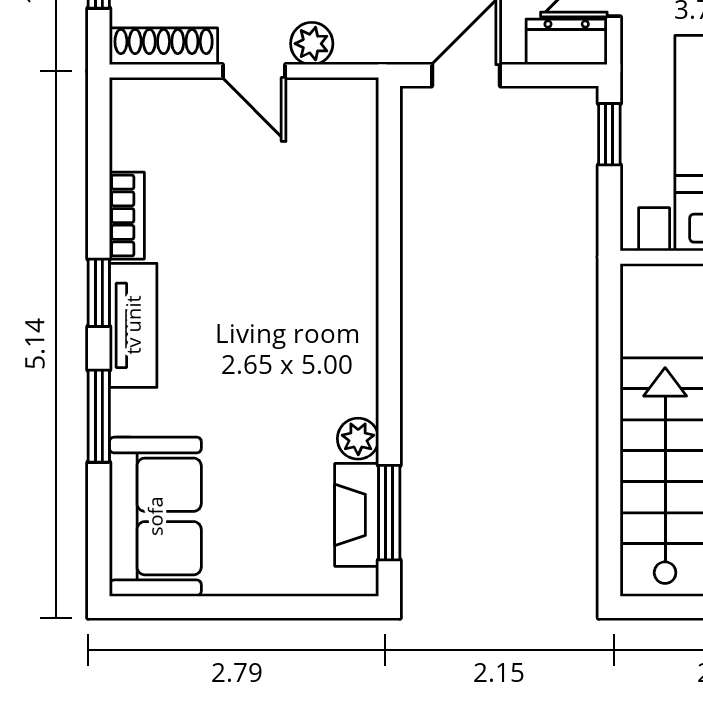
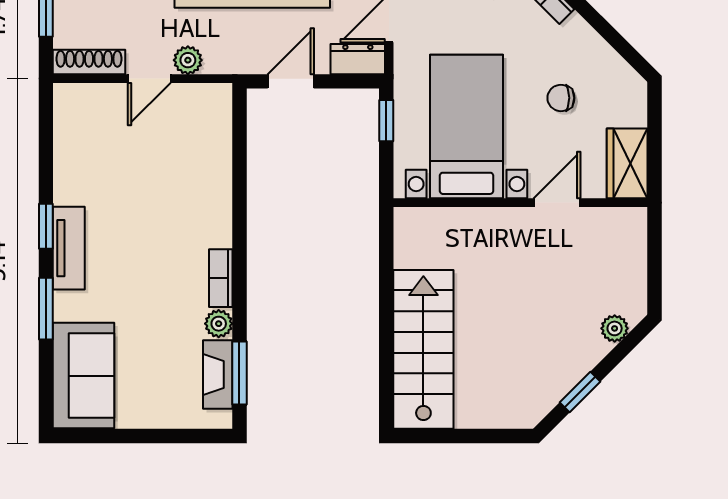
door: (254, 71) -> (149, 79), hinge flipped
bookcase: (127, 216) -> (221, 278), moved, turned 180

